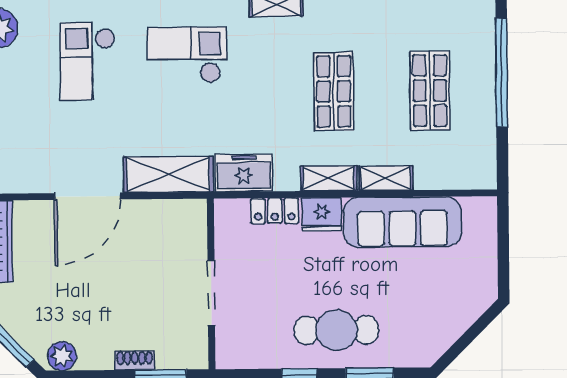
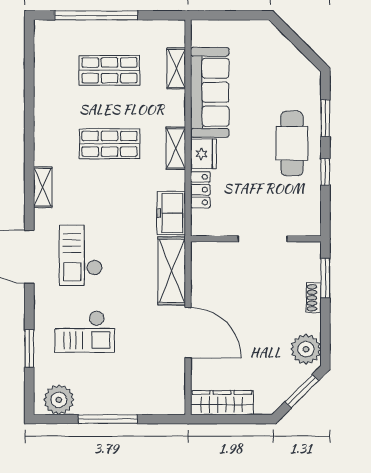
shelving: (386, 178) -> (176, 68), moved
plant: (62, 356) -> (306, 349), width x1.36, depth x1.36

